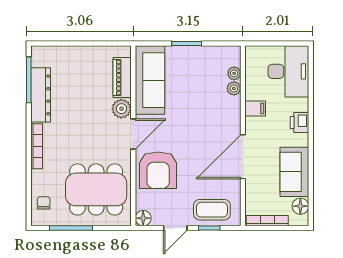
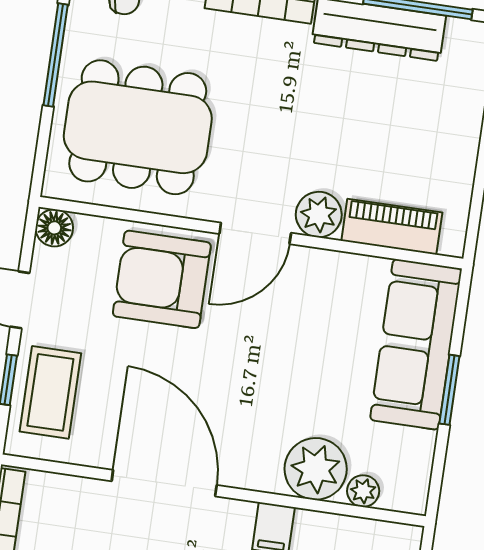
sofa: (150, 80) -> (416, 344), moved, turned 90
plant: (234, 88) -> (316, 469), width x1.88, depth x1.88
door: (133, 134) -> (255, 233), hinge flipped
dining table: (96, 189) -> (138, 127), turned 90

